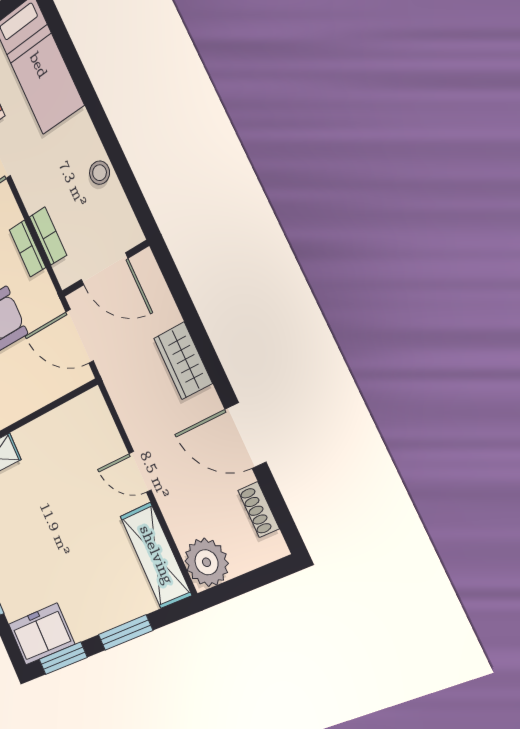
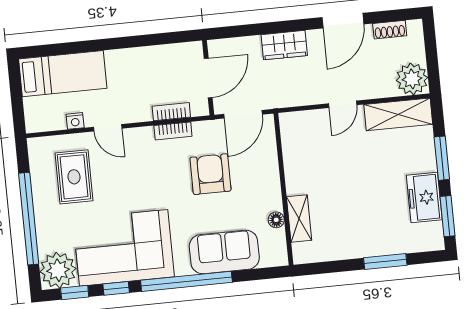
stool: (100, 173) -> (148, 57), removed
freezer: (41, 634) -> (424, 197), moved

